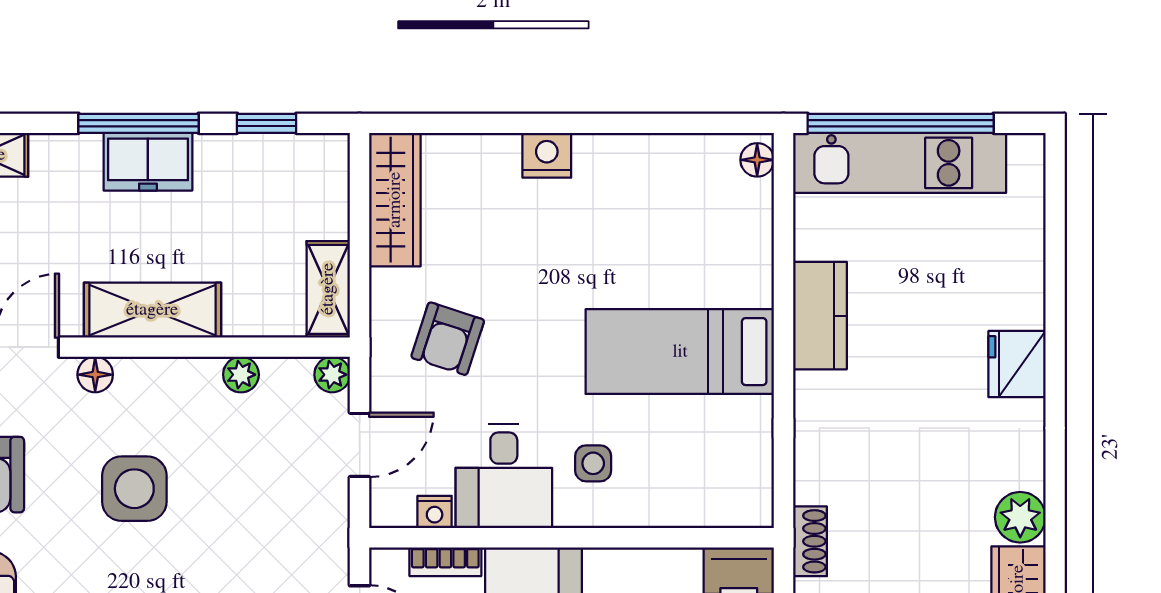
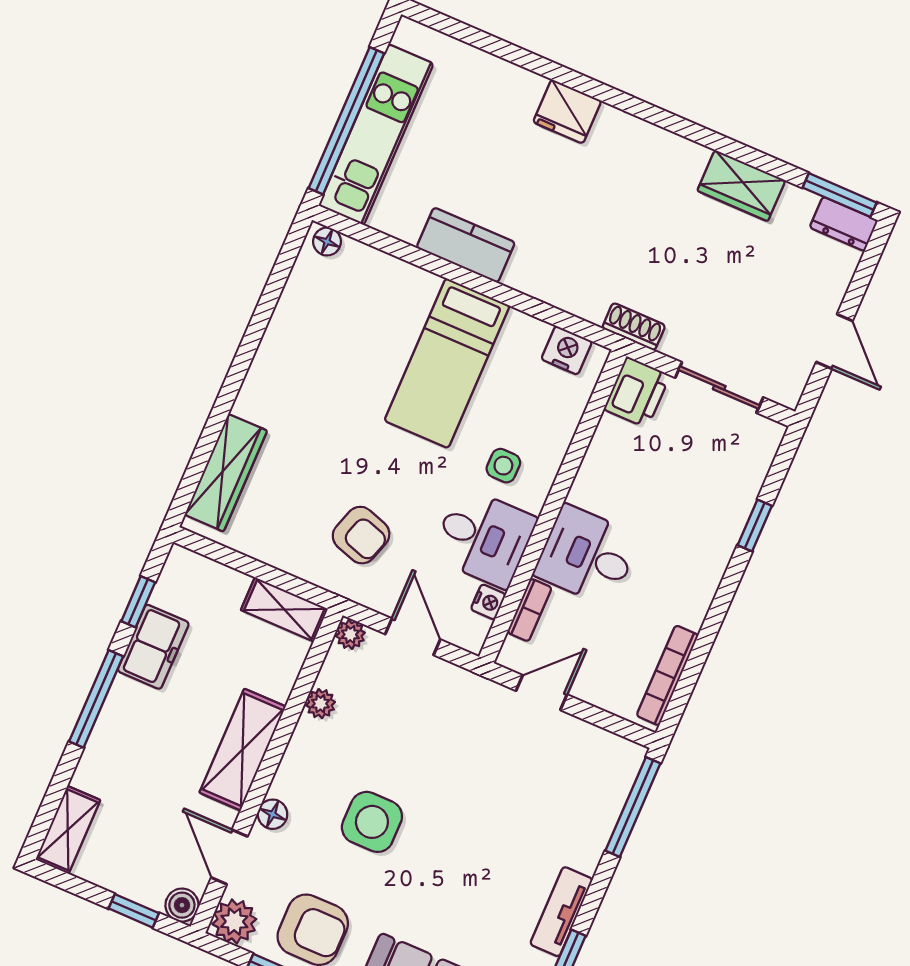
nightstand: (547, 155) -> (567, 350), moved, turned 90
freezer: (148, 162) -> (153, 647), moved
wardrobe: (395, 200) -> (226, 473), moved, turned 90
plant: (1020, 517) -> (684, 159), removed

